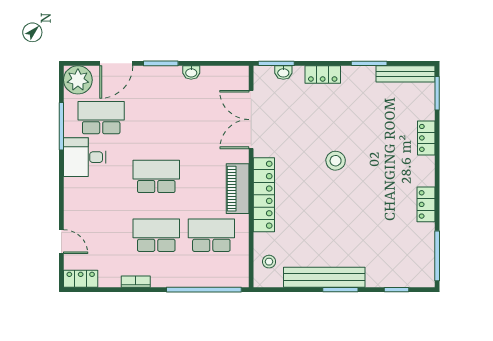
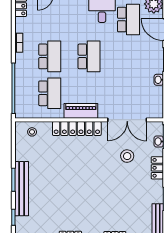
double door: (251, 120) -> (127, 120), swing flipped
stool: (336, 161) -> (127, 156), moved
bench: (324, 277) -> (22, 189), moved

